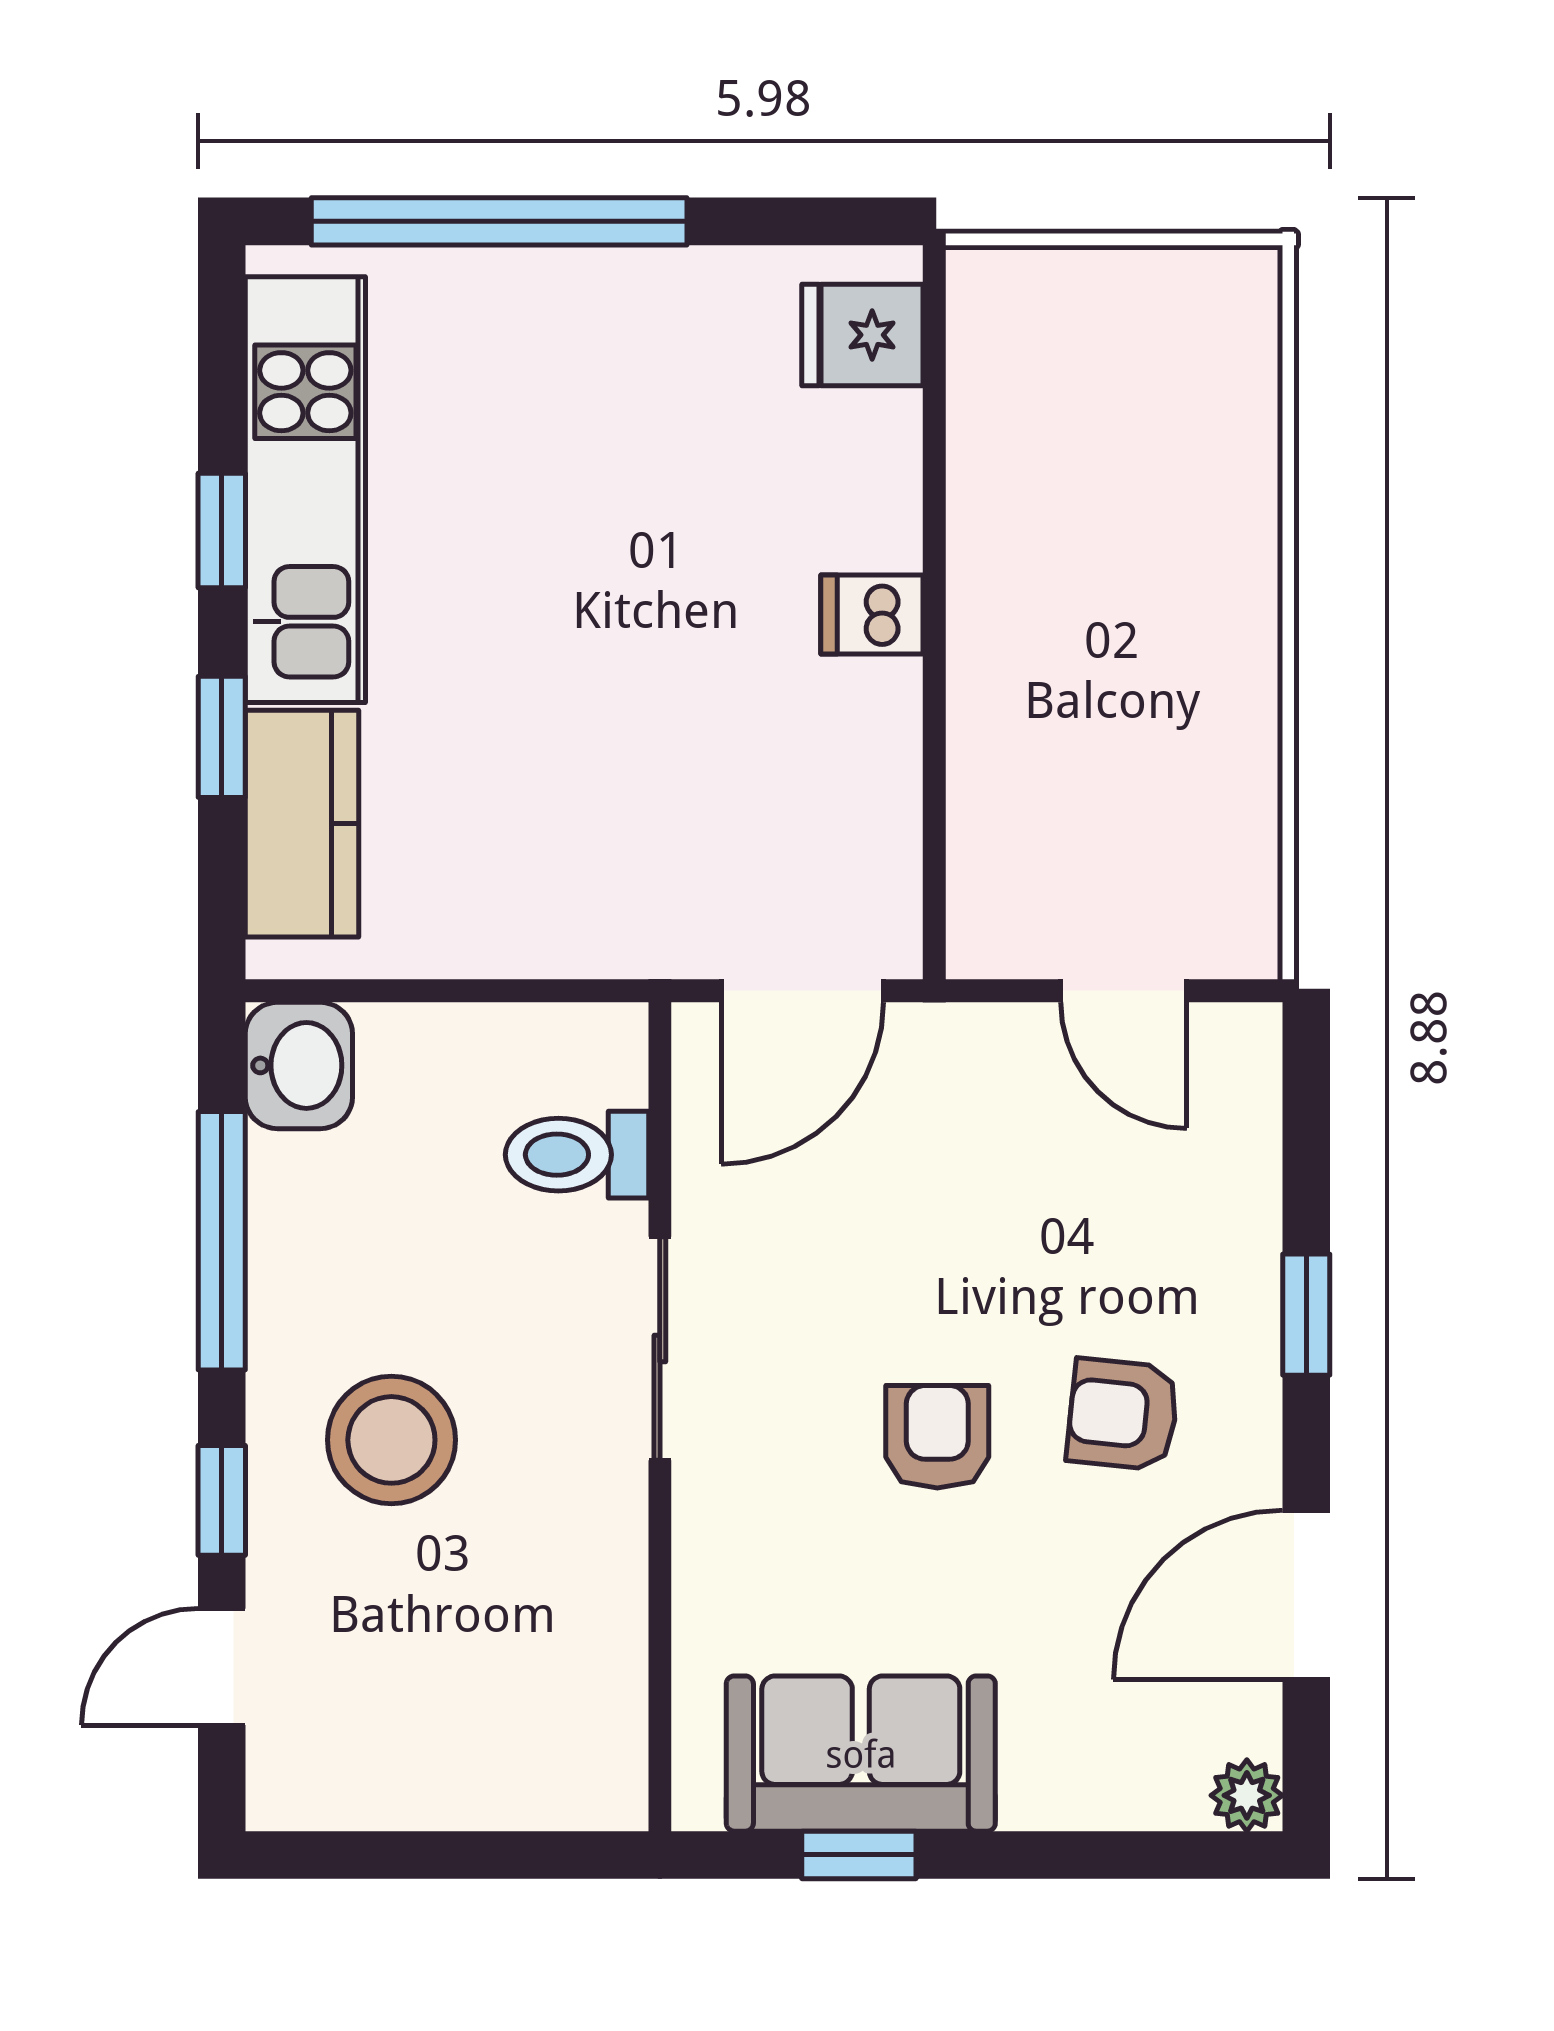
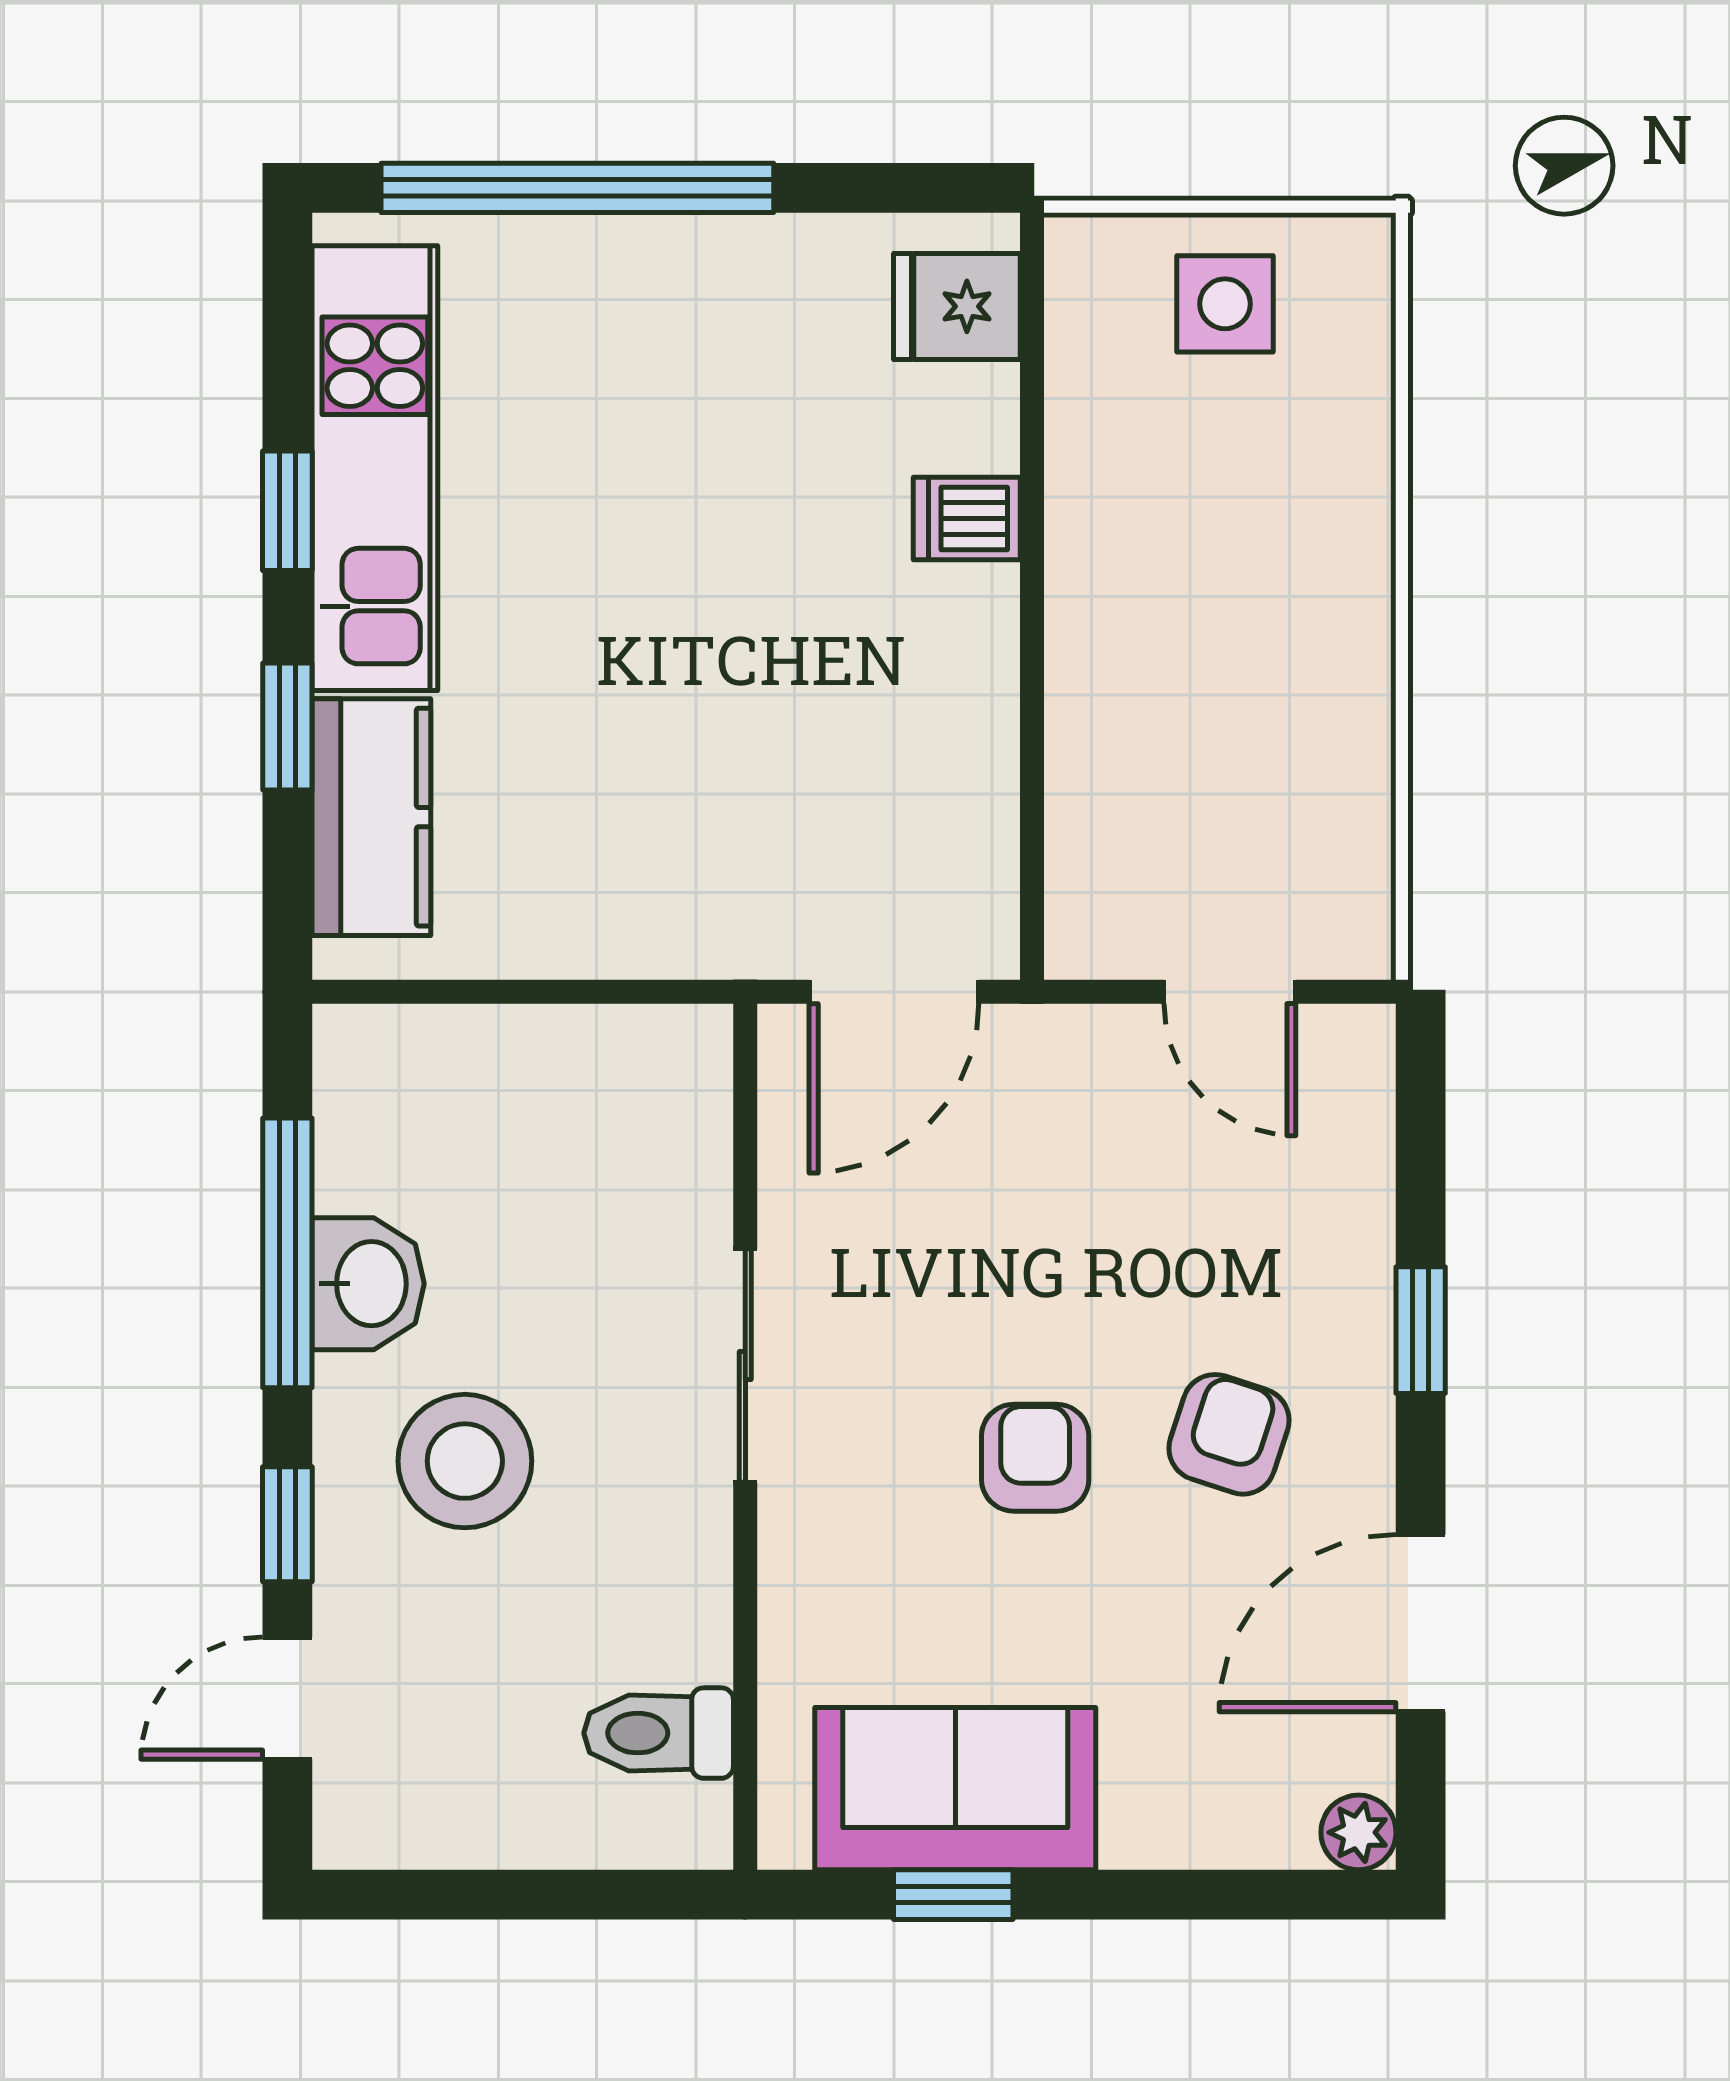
side table: (1119, 332) -> (1225, 304), added
dishwasher: (872, 614) -> (967, 518), moved
washbasin: (299, 1065) -> (368, 1284), moved
toilet: (577, 1155) -> (659, 1733), moved
armchair: (1123, 1414) -> (1229, 1434), turned 102

